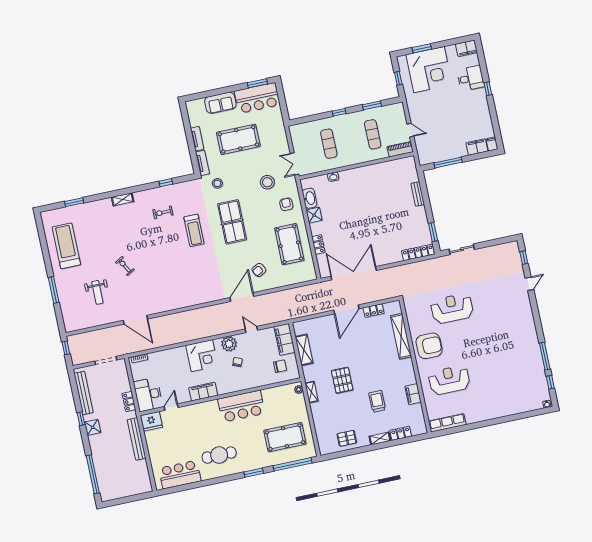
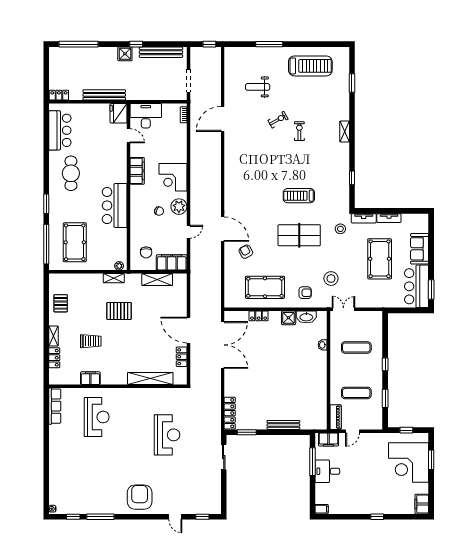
desk: (471, 78) -> (327, 471), moved, turned 90
filing cabinet: (477, 147) -> (329, 439), moved, turned 90
bench: (418, 194) -> (283, 425), width x1.36
exercise bike: (163, 212) -> (299, 131), moved
armchair: (429, 346) -> (140, 497), moved, turned 180
locker: (129, 402) -> (59, 95), moved

